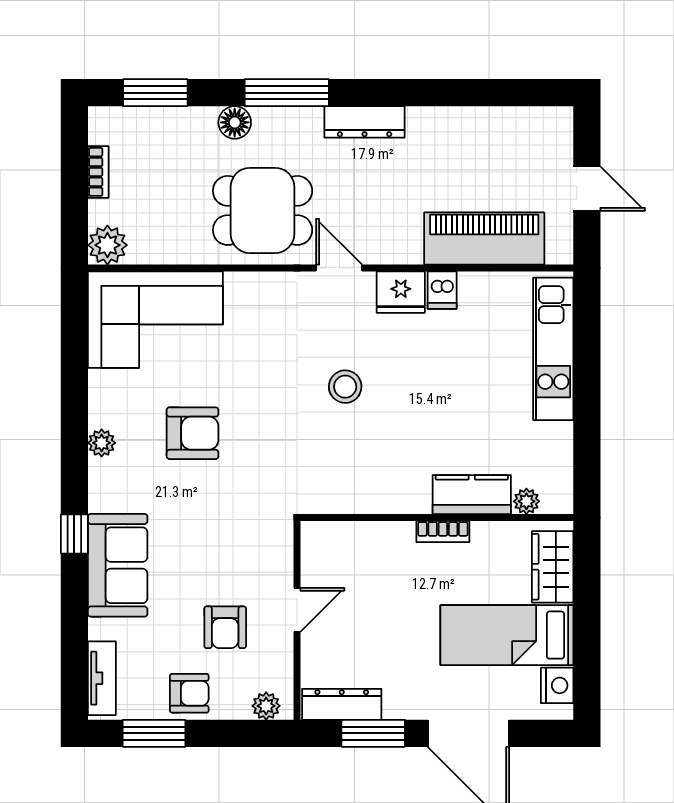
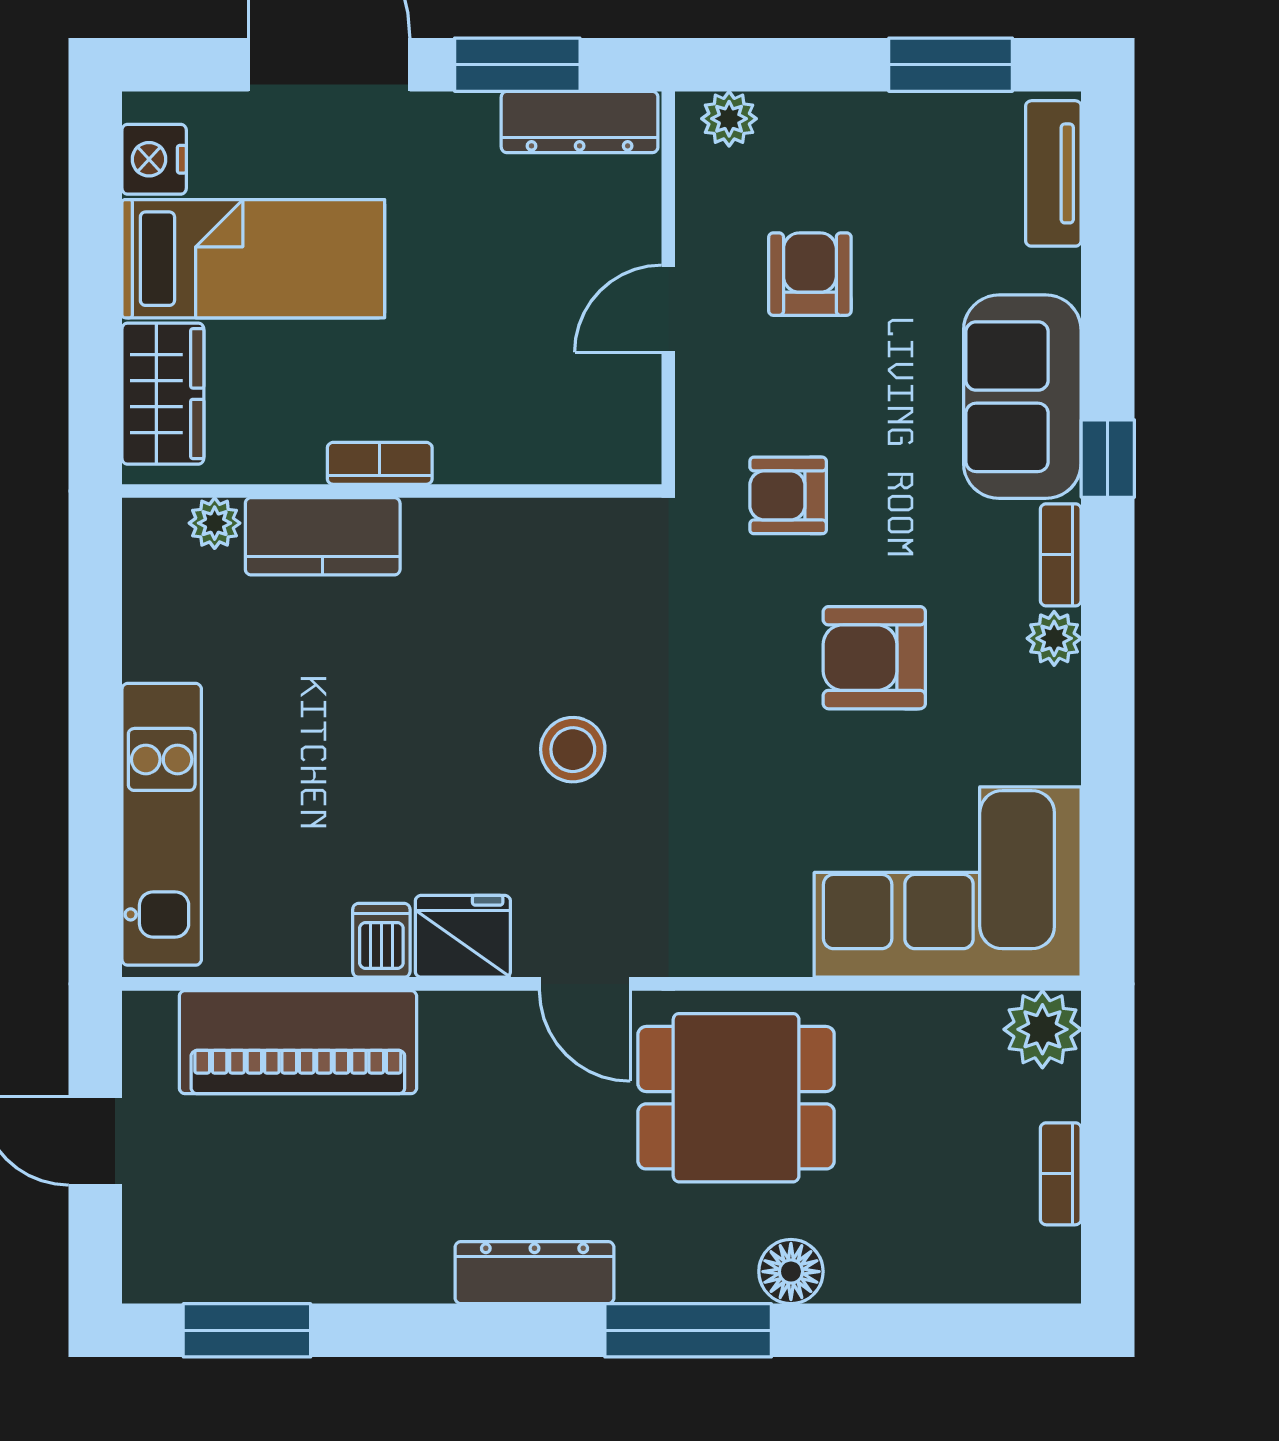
window: (155, 93) -> (247, 1330), moved
bookcase: (98, 485) -> (1061, 555), added
armchair: (189, 693) -> (788, 495), moved

